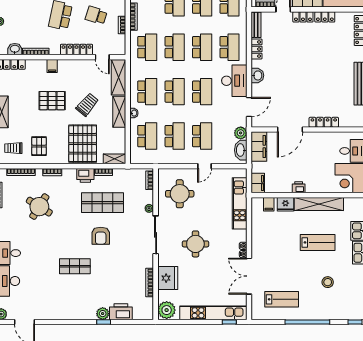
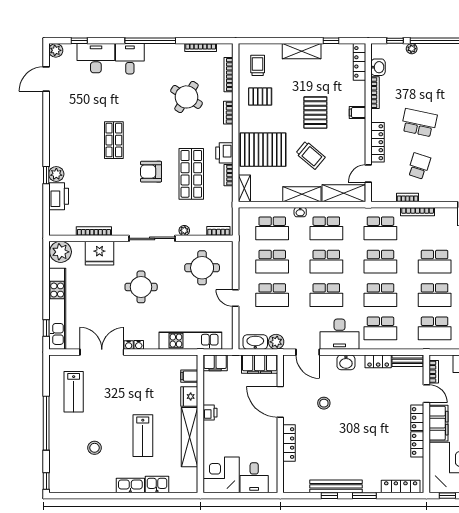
stool: (291, 94) -> (324, 403), added

